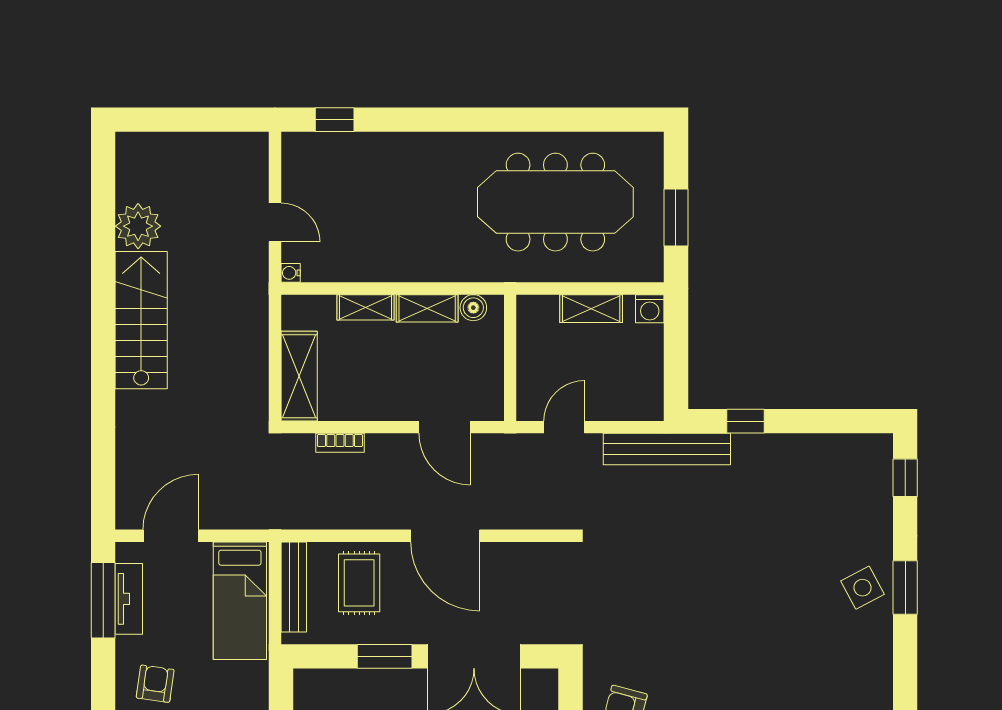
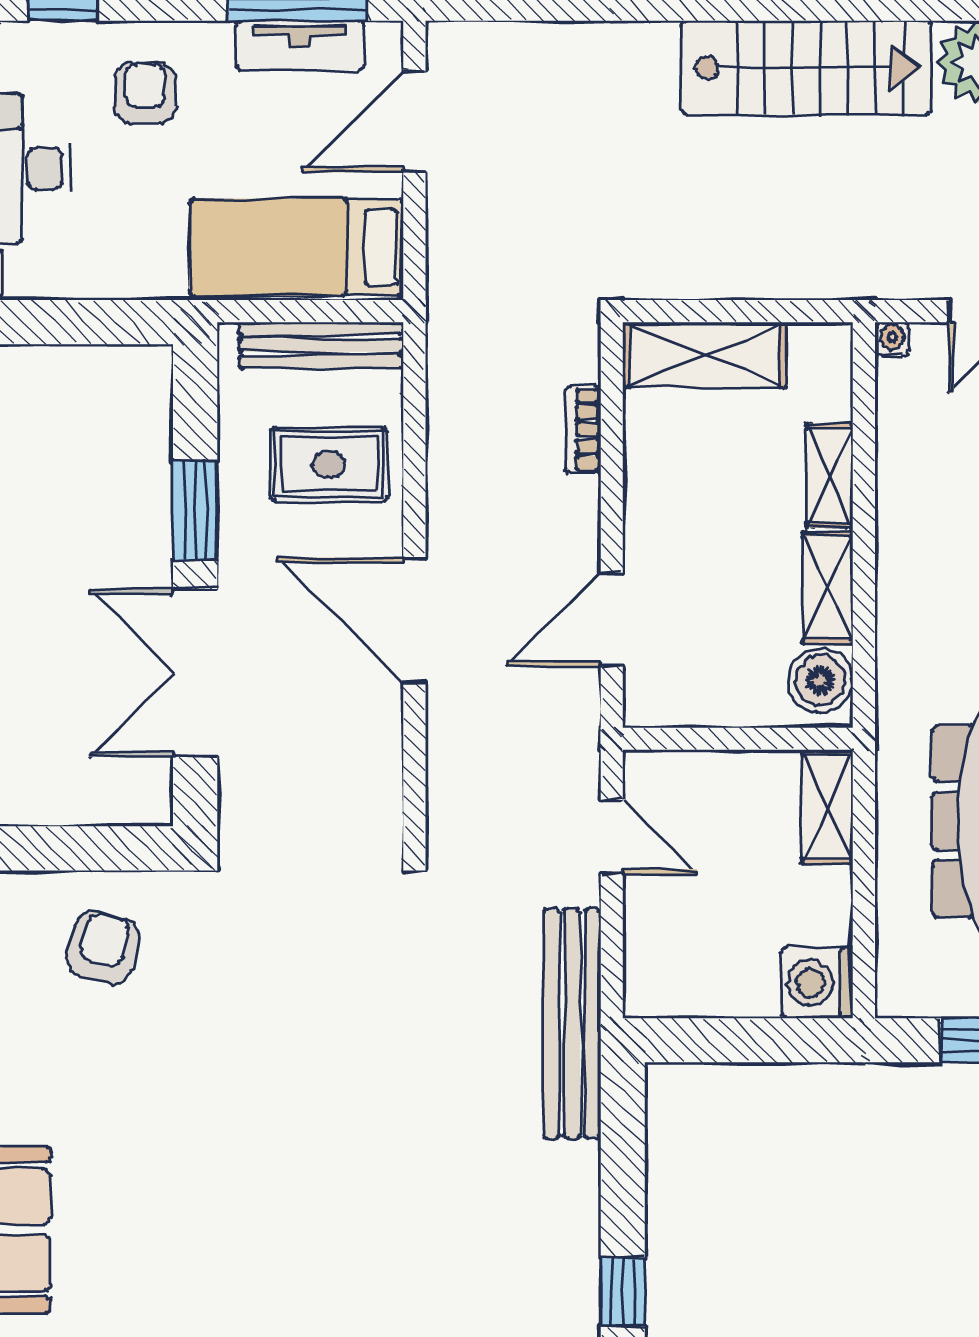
boiler: (473, 308) -> (820, 680), width x1.36, depth x1.36
shelving: (591, 309) -> (827, 807), moved
washing machine: (650, 309) -> (817, 983), width x1.38, depth x1.38
window: (746, 421) -> (623, 1292), moved
door: (171, 536) -> (414, 122), swing flipped
door: (445, 536) -> (414, 620), hinge flipped
armchair: (155, 684) -> (145, 93), turned -98

